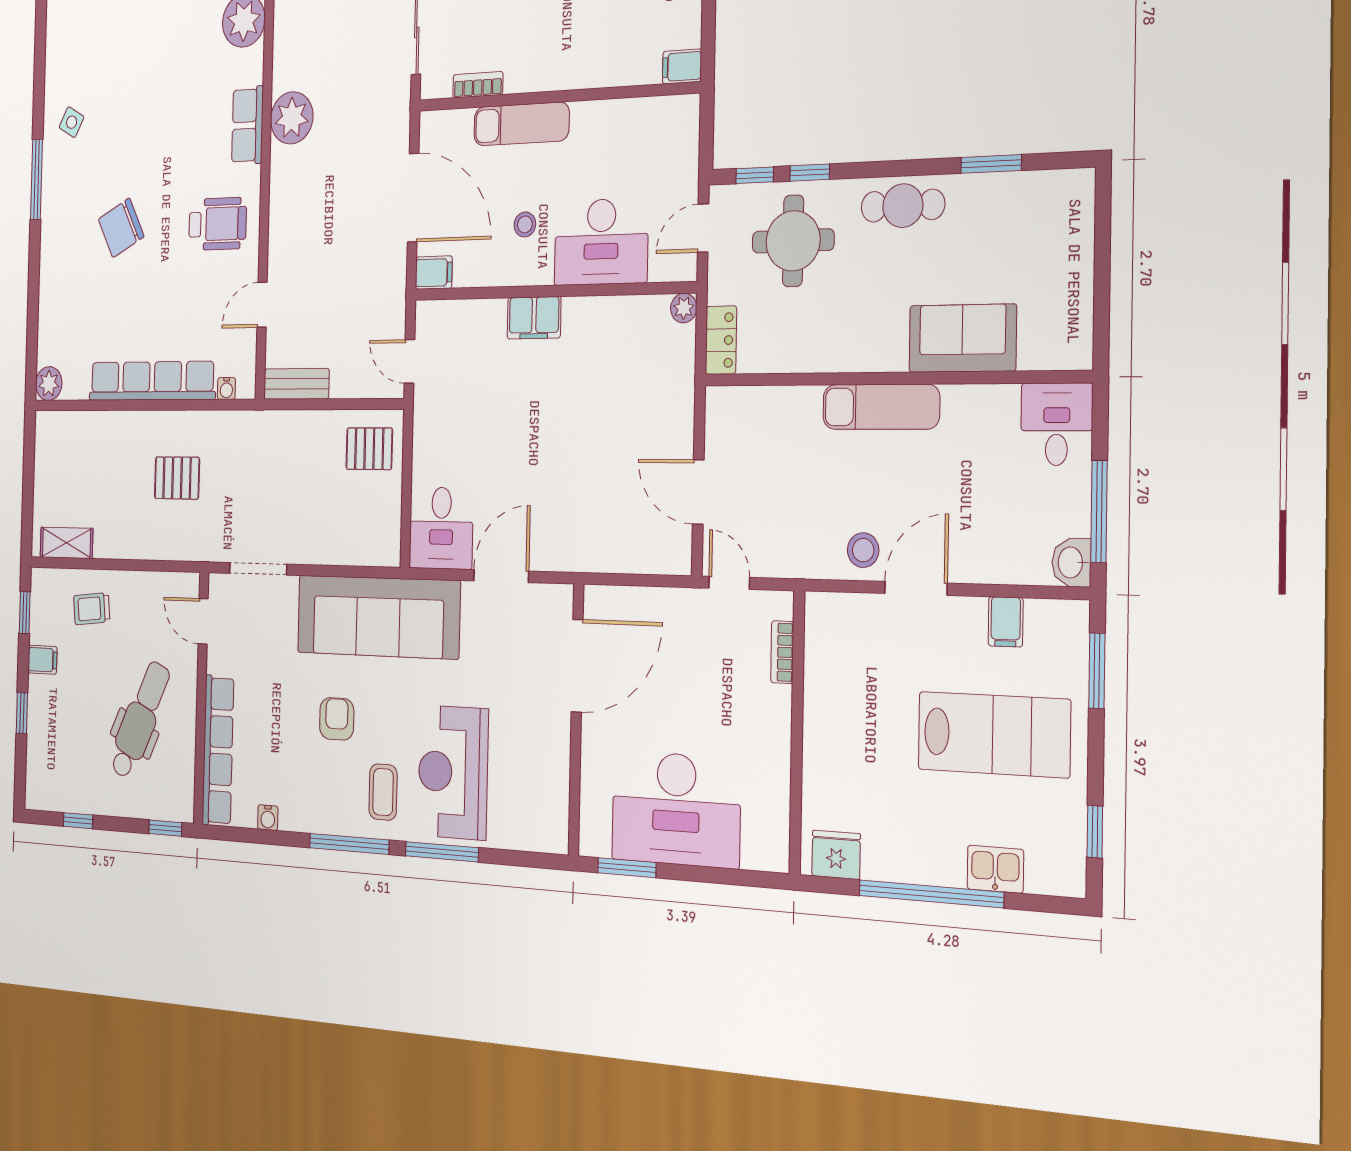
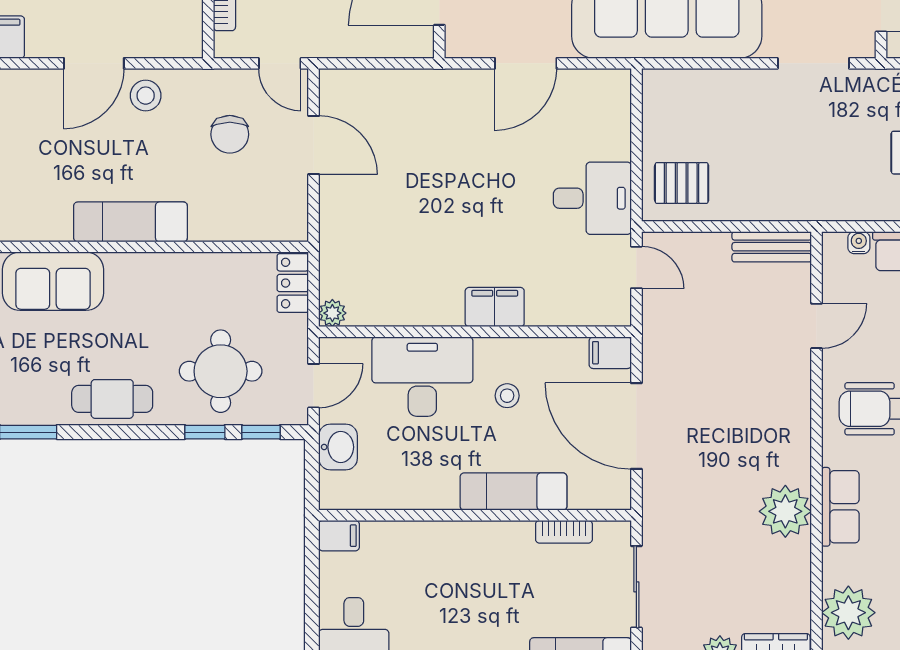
washbasin: (681, 162) -> (338, 447), added
chair: (779, 505) -> (230, 134), added
desk: (441, 528) -> (592, 198), moved, turned 90

